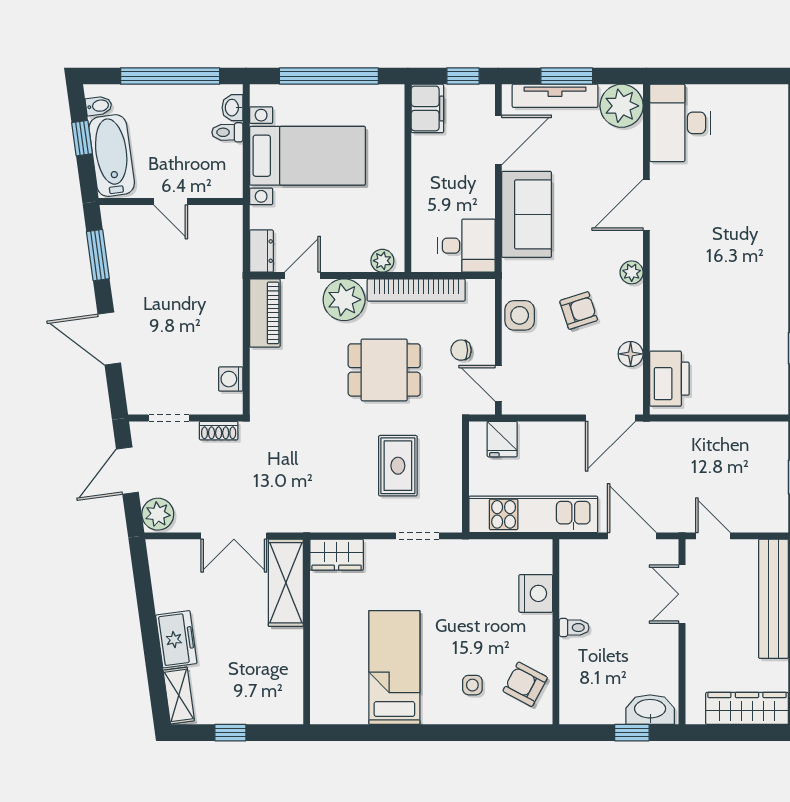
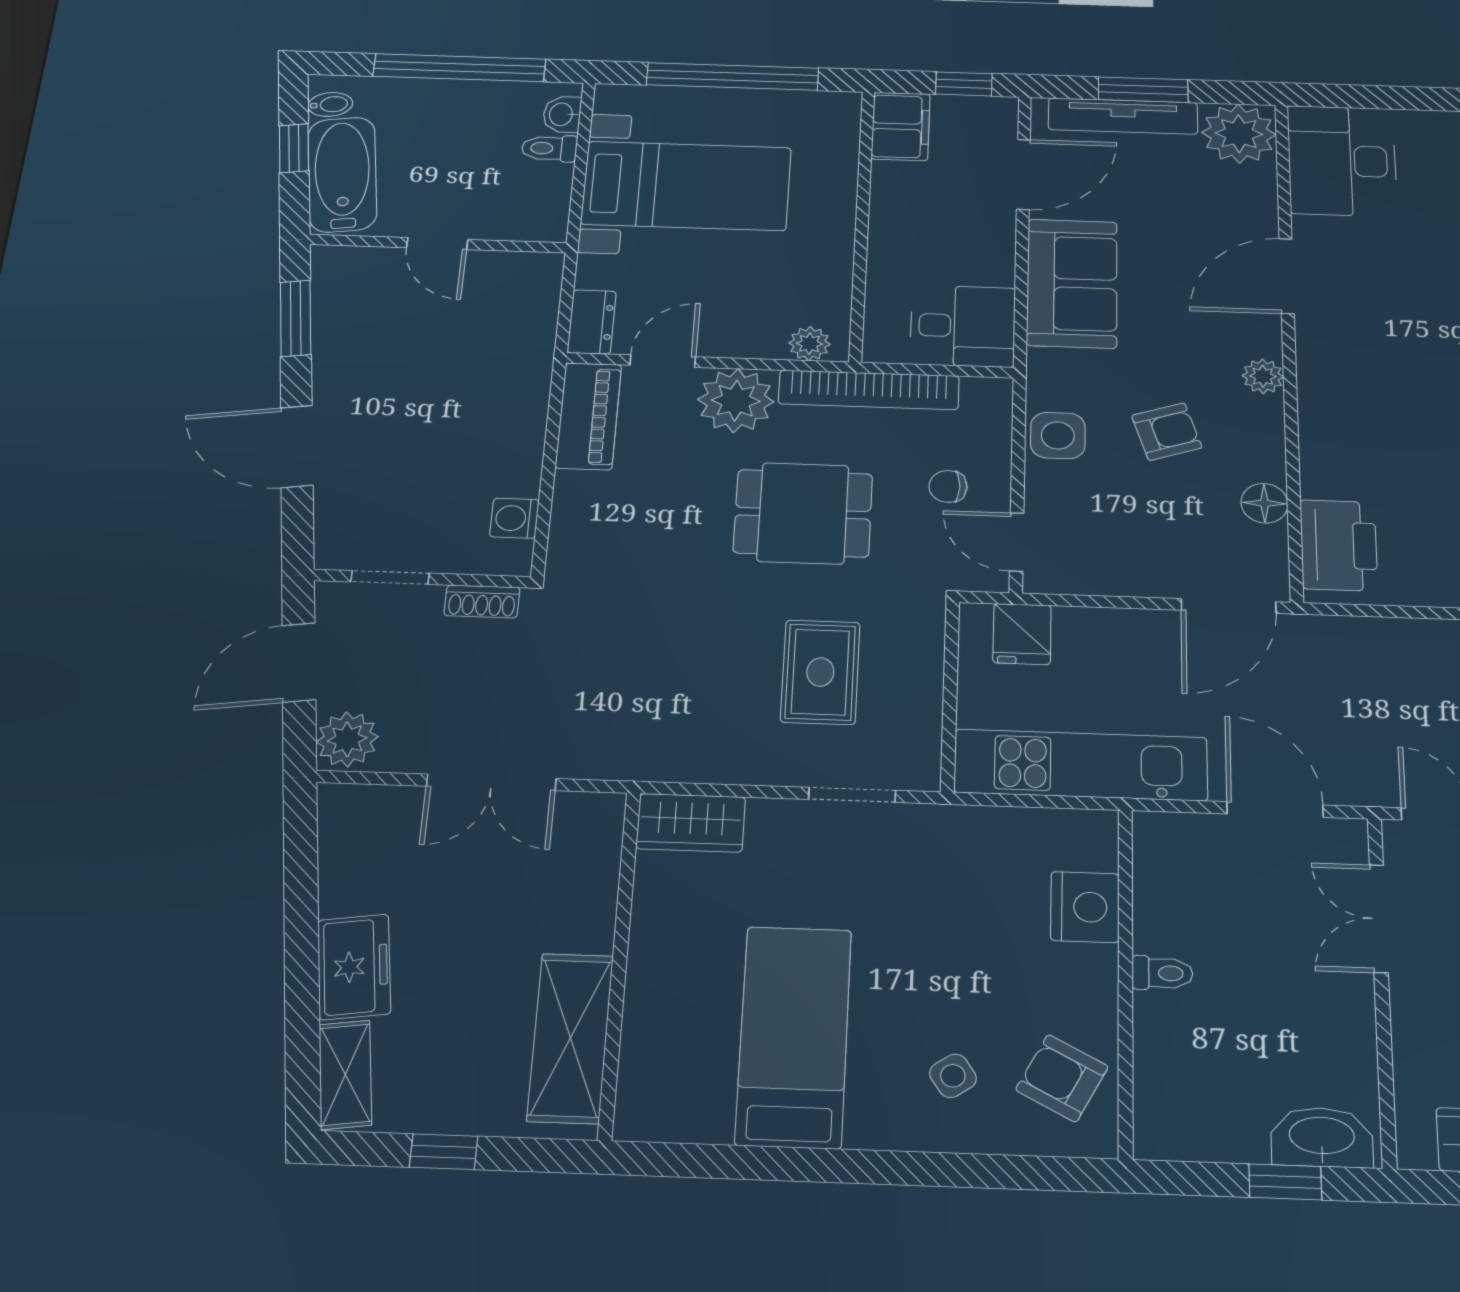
shelving: (286, 583) -> (570, 1038), moved
side table: (472, 685) -> (953, 1076), turned -34

